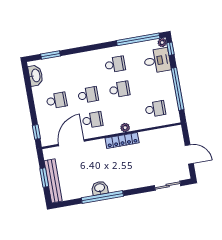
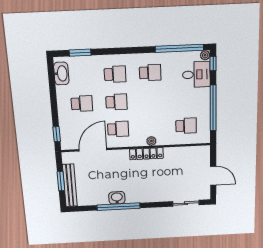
school desk: (119, 89) -> (115, 74), moved

